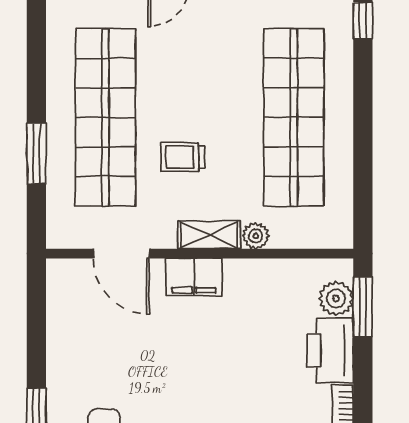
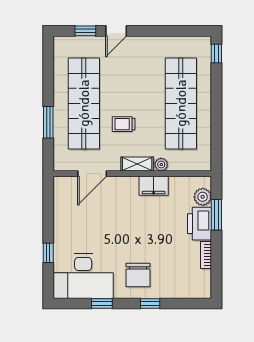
door: (121, 254) -> (92, 174), hinge flipped
filing cabinet: (194, 277) -> (154, 186), moved
window: (363, 307) -> (216, 215), moved

